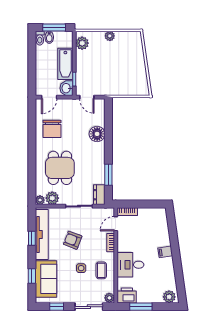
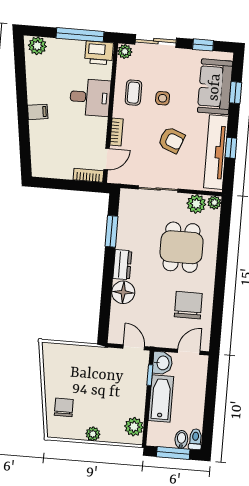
chair: (131, 52) -> (64, 407), added
dresser: (99, 195) -> (122, 265), moved
window: (141, 307) -> (80, 35), width x1.44

